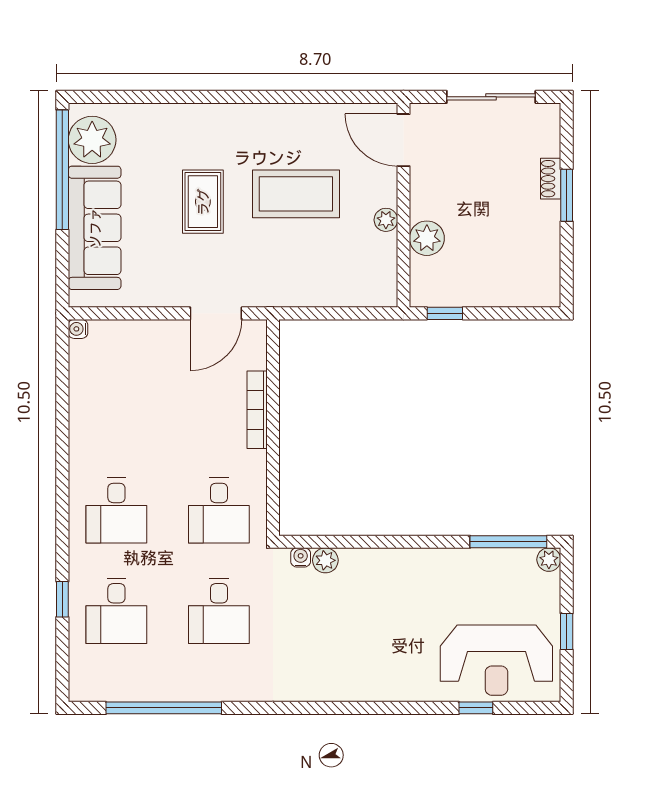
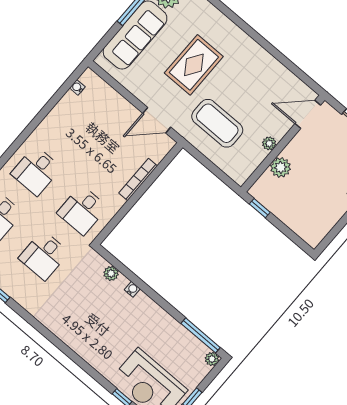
door: (404, 140) -> (308, 114), hinge flipped
coffee table: (296, 194) -> (217, 123), moved
rug: (203, 202) -> (194, 65), width x1.36, depth x1.43
water cooler: (78, 329) -> (77, 87), moved
water cooler: (301, 557) -> (132, 289), moved

